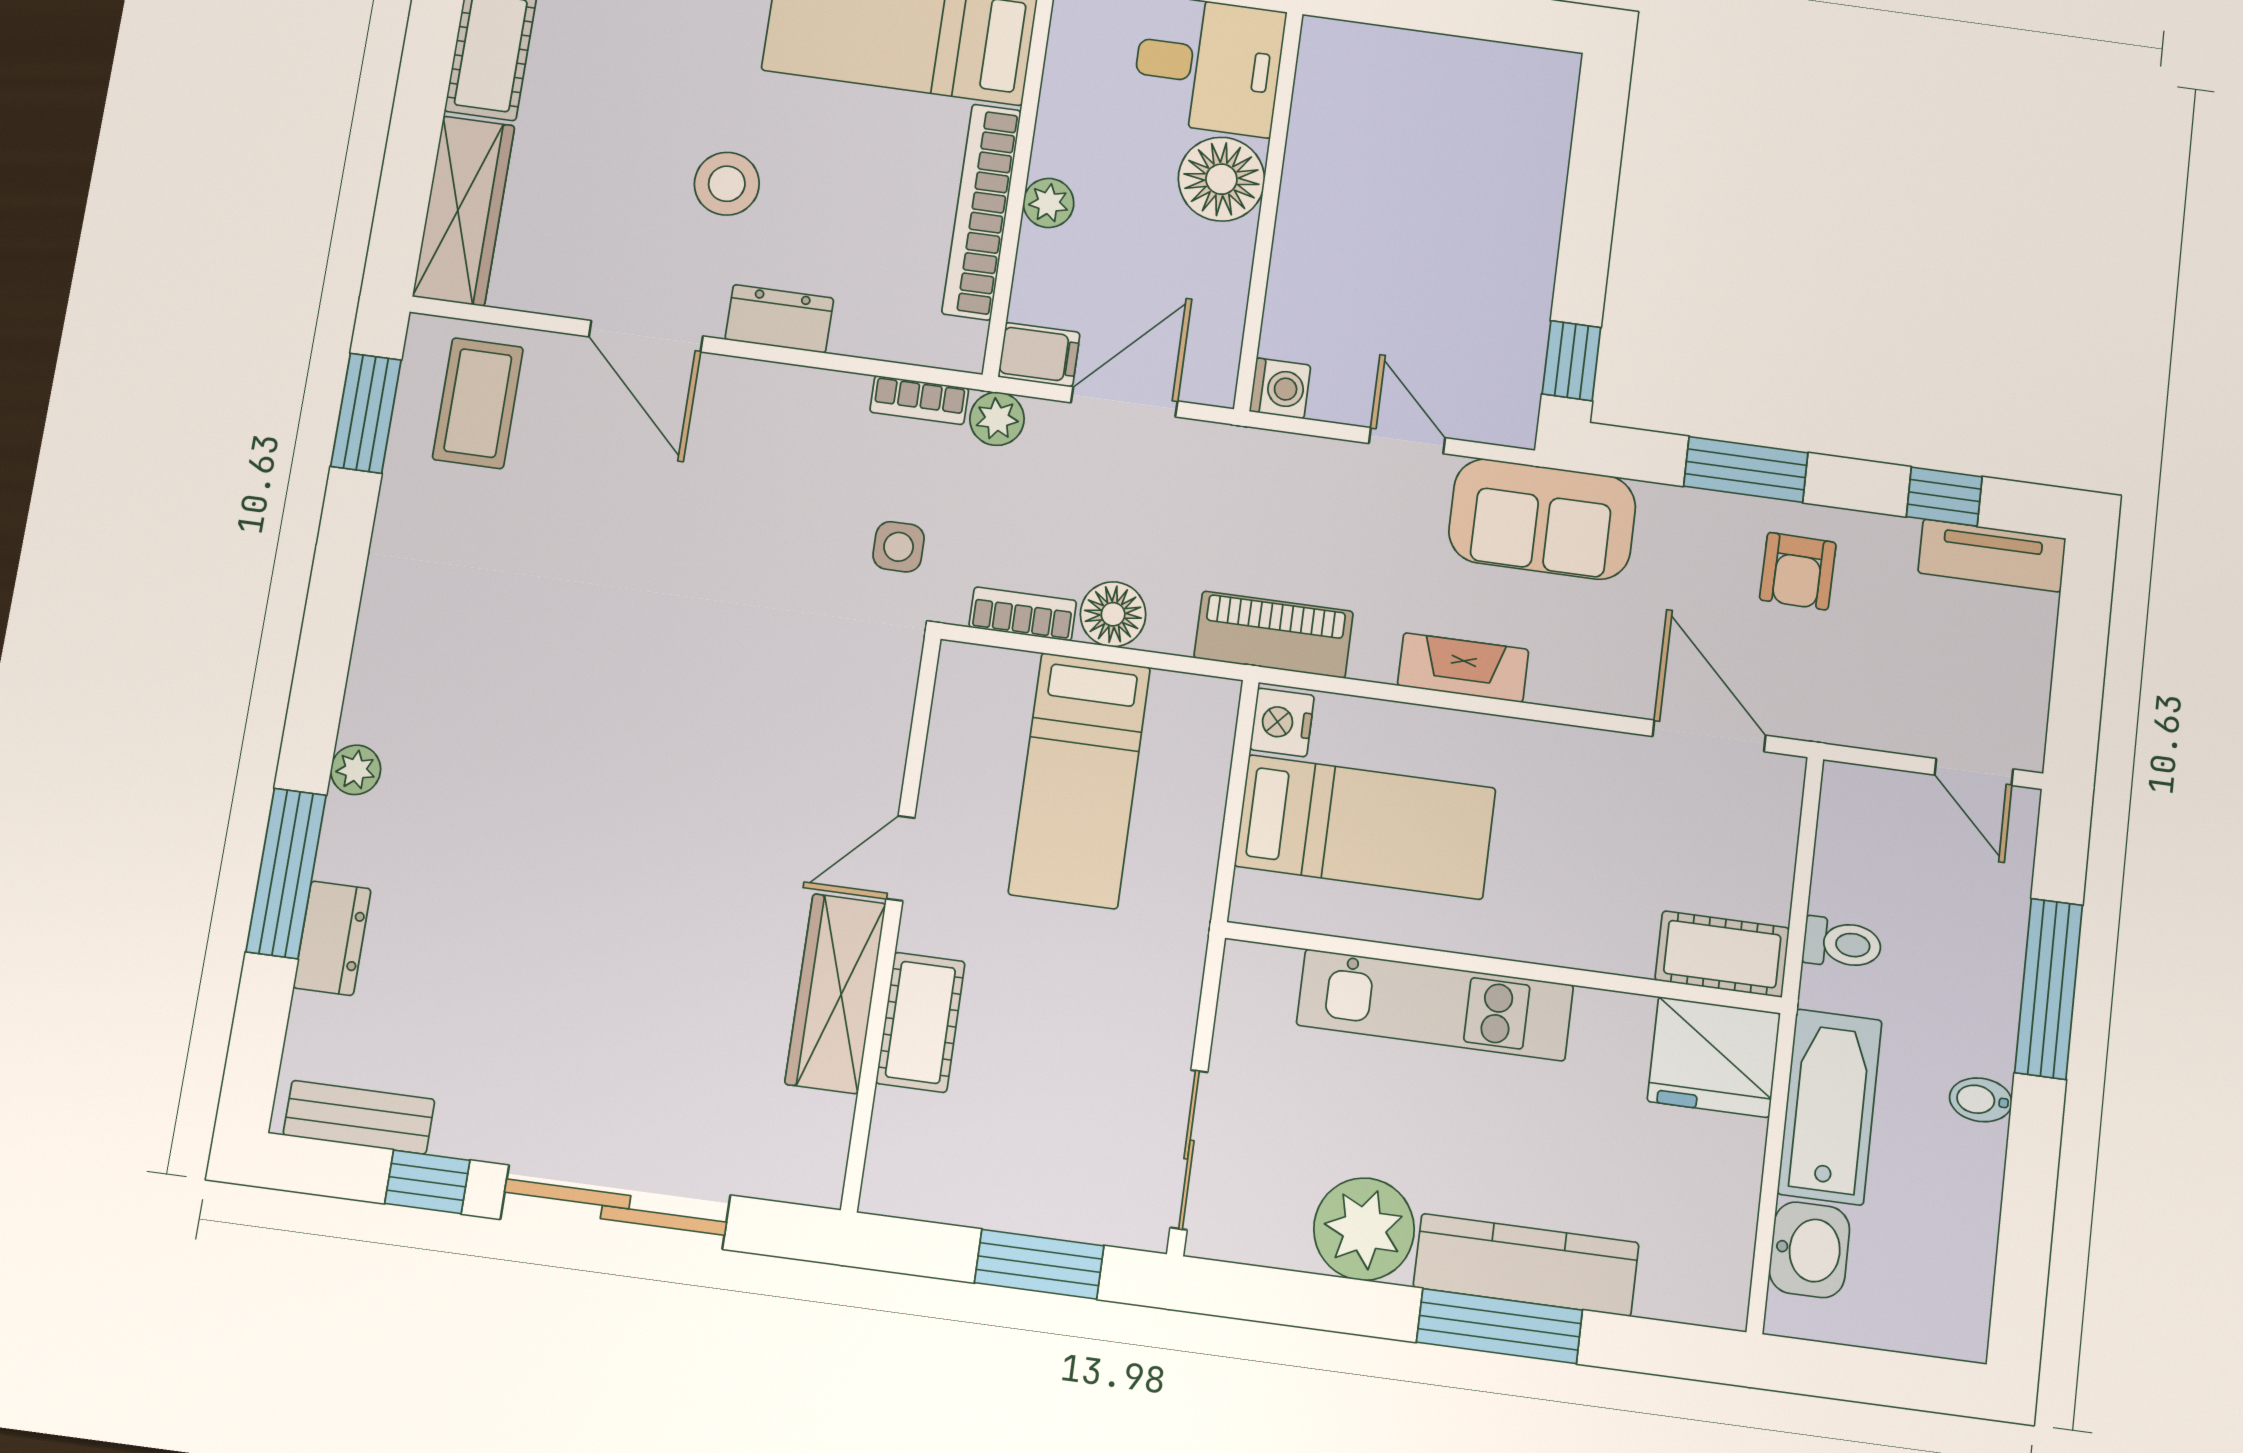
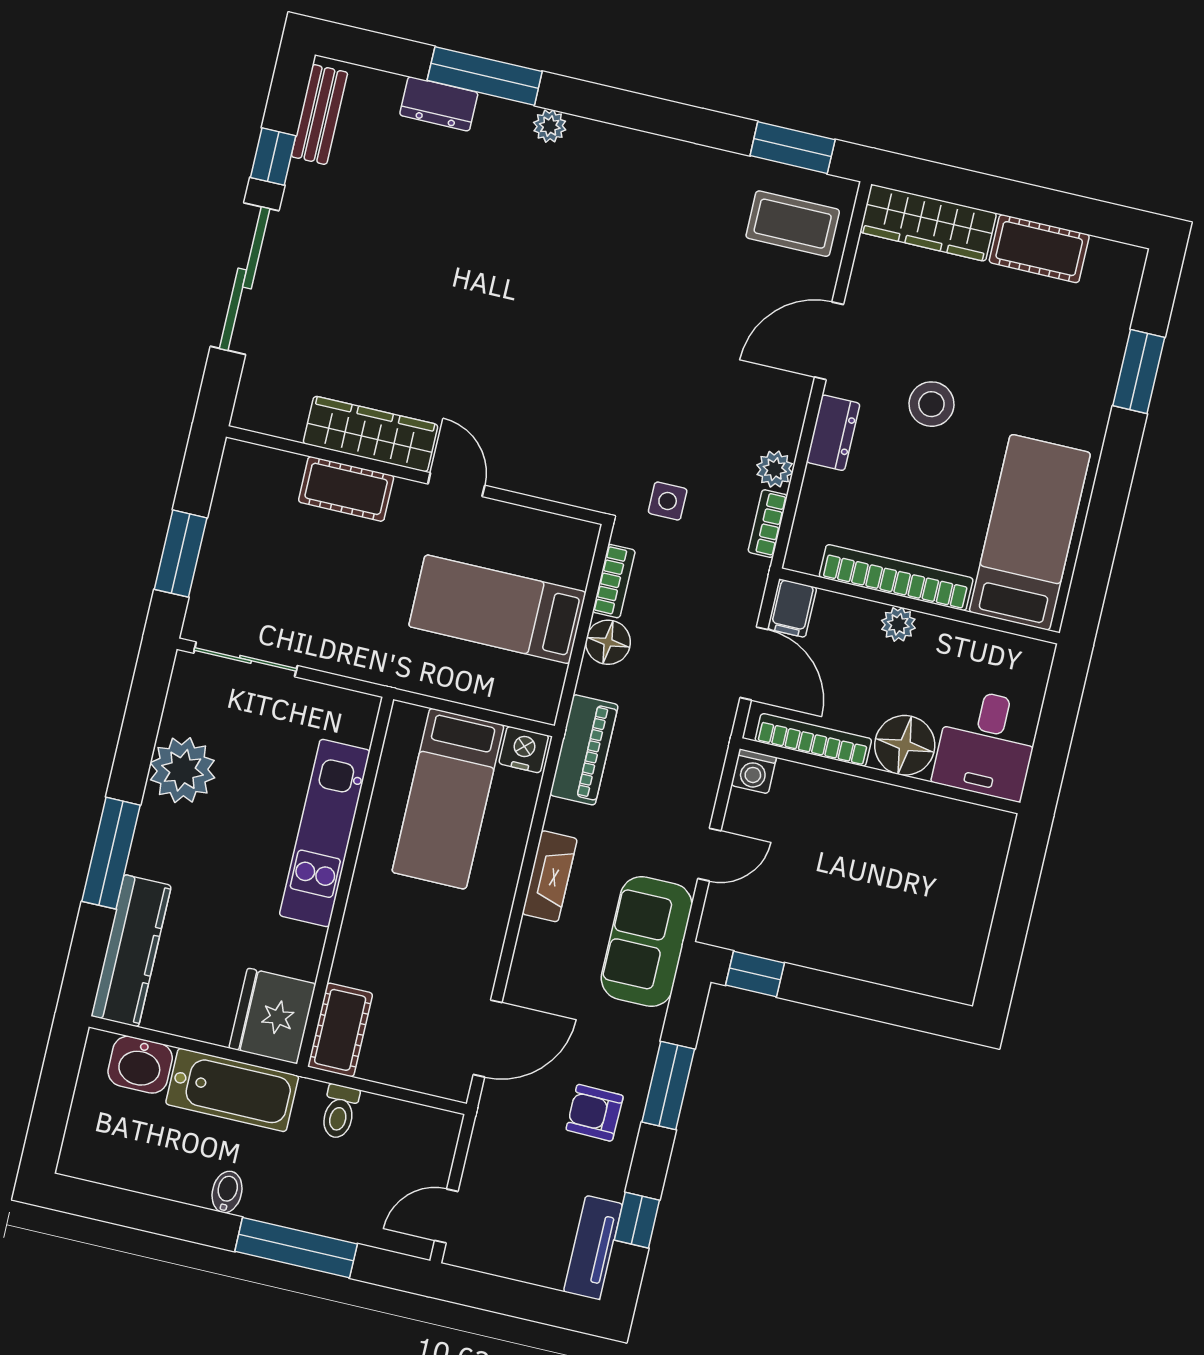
bookcase: (1226, 308) -> (813, 740), added
plant: (997, 419) -> (775, 469), moved
kitchen counter: (1526, 1265) -> (131, 951), moved

